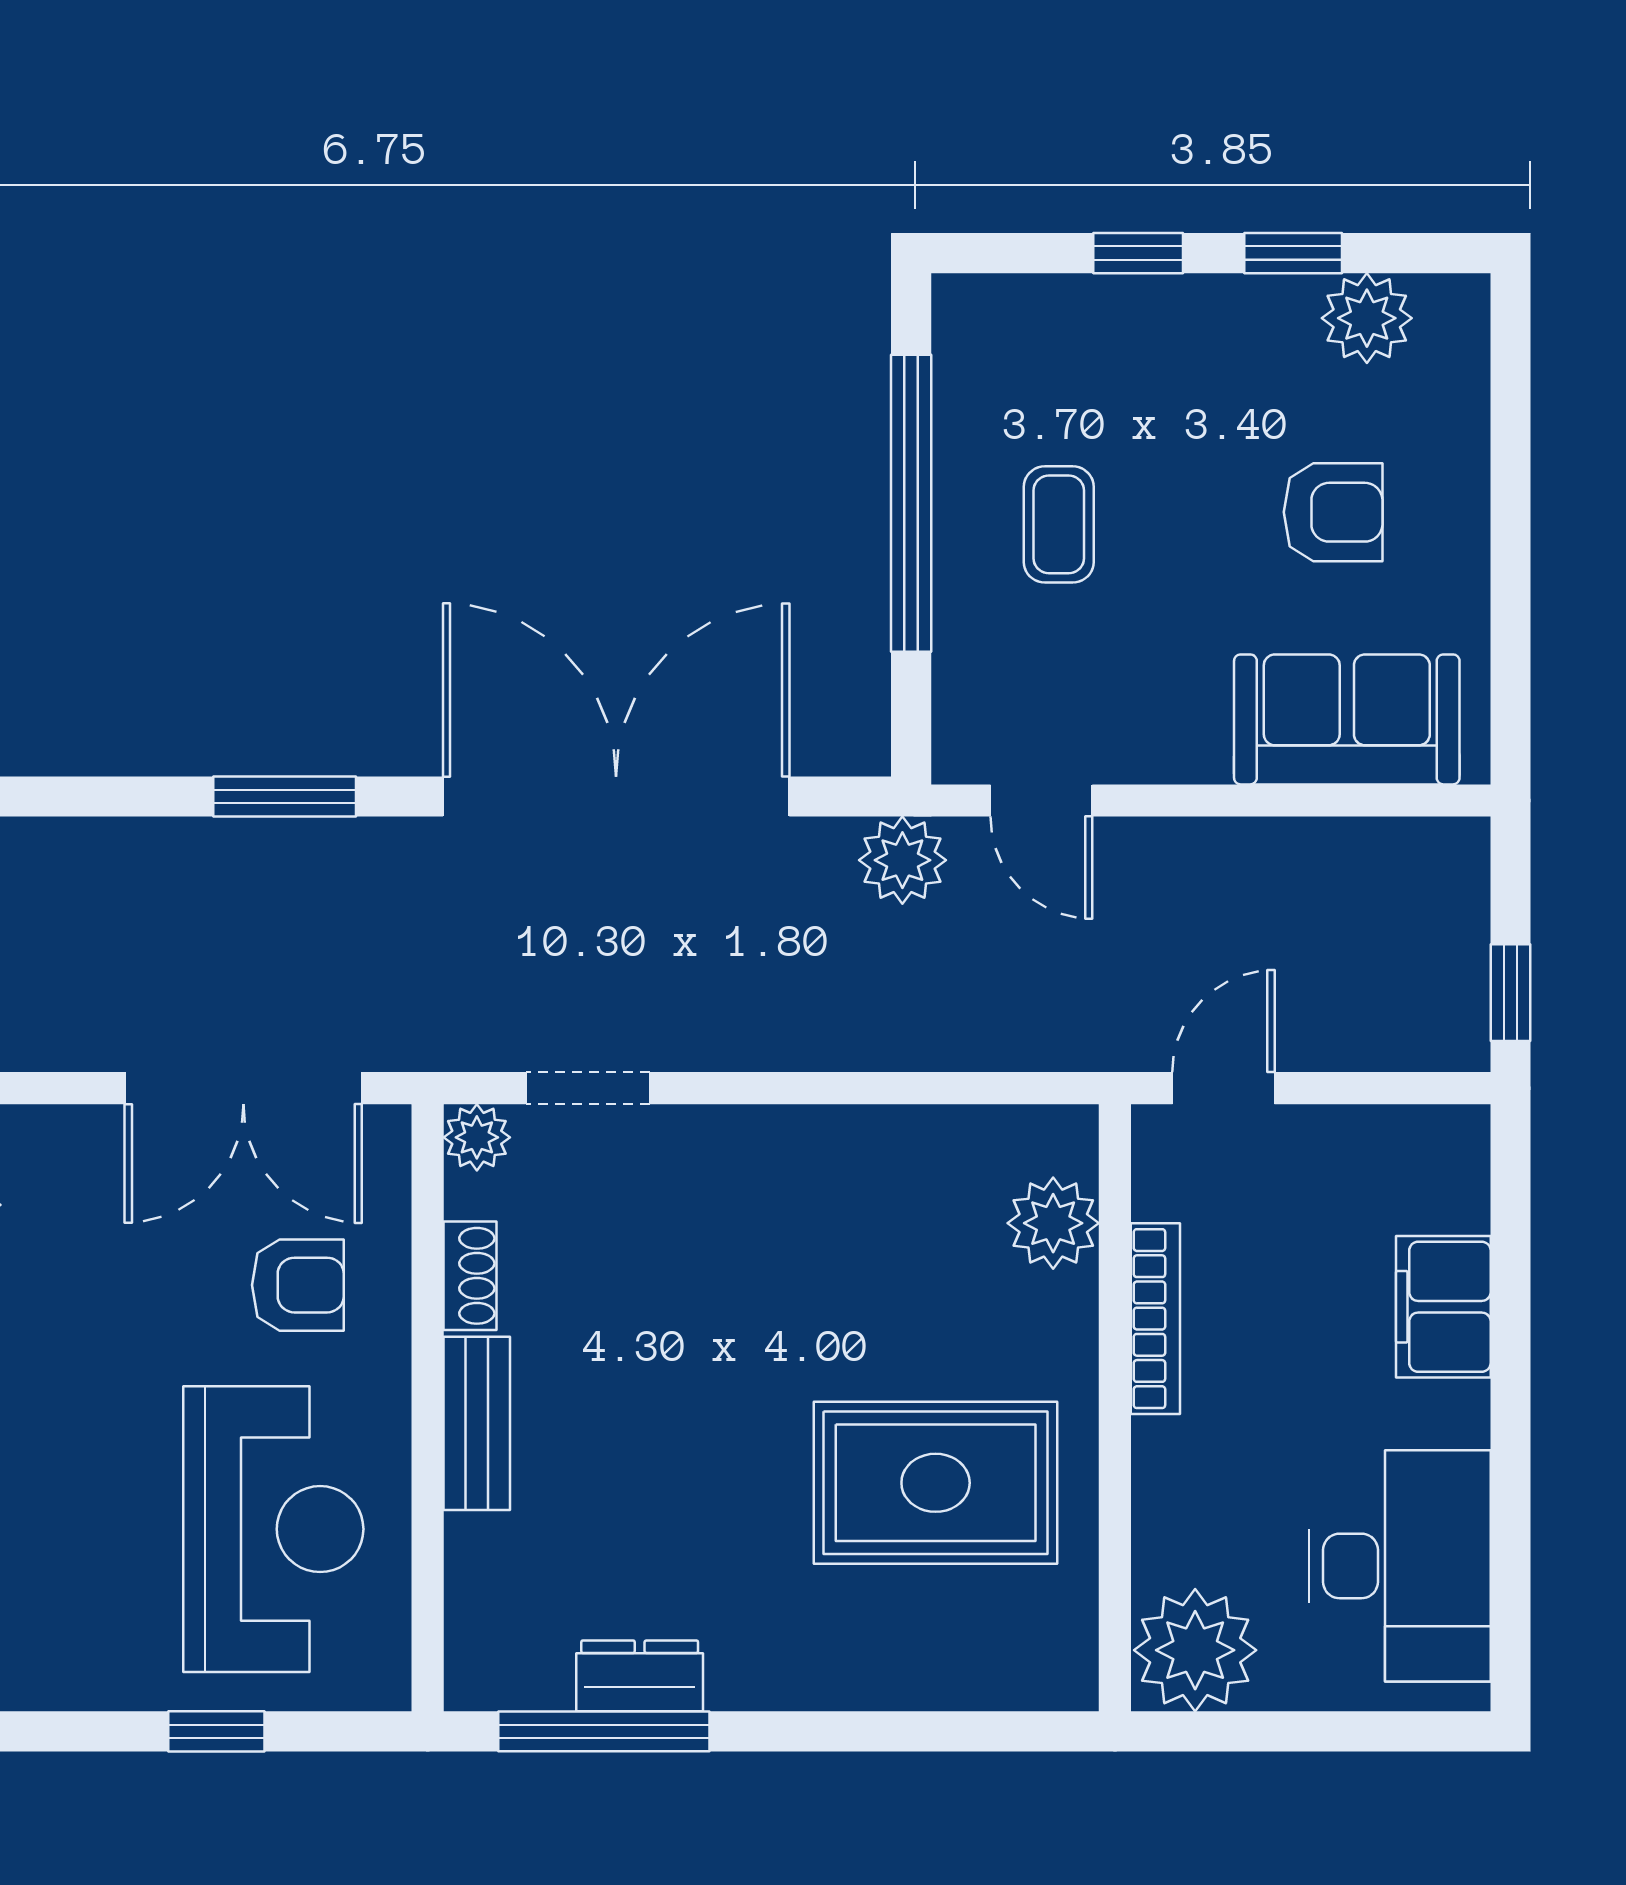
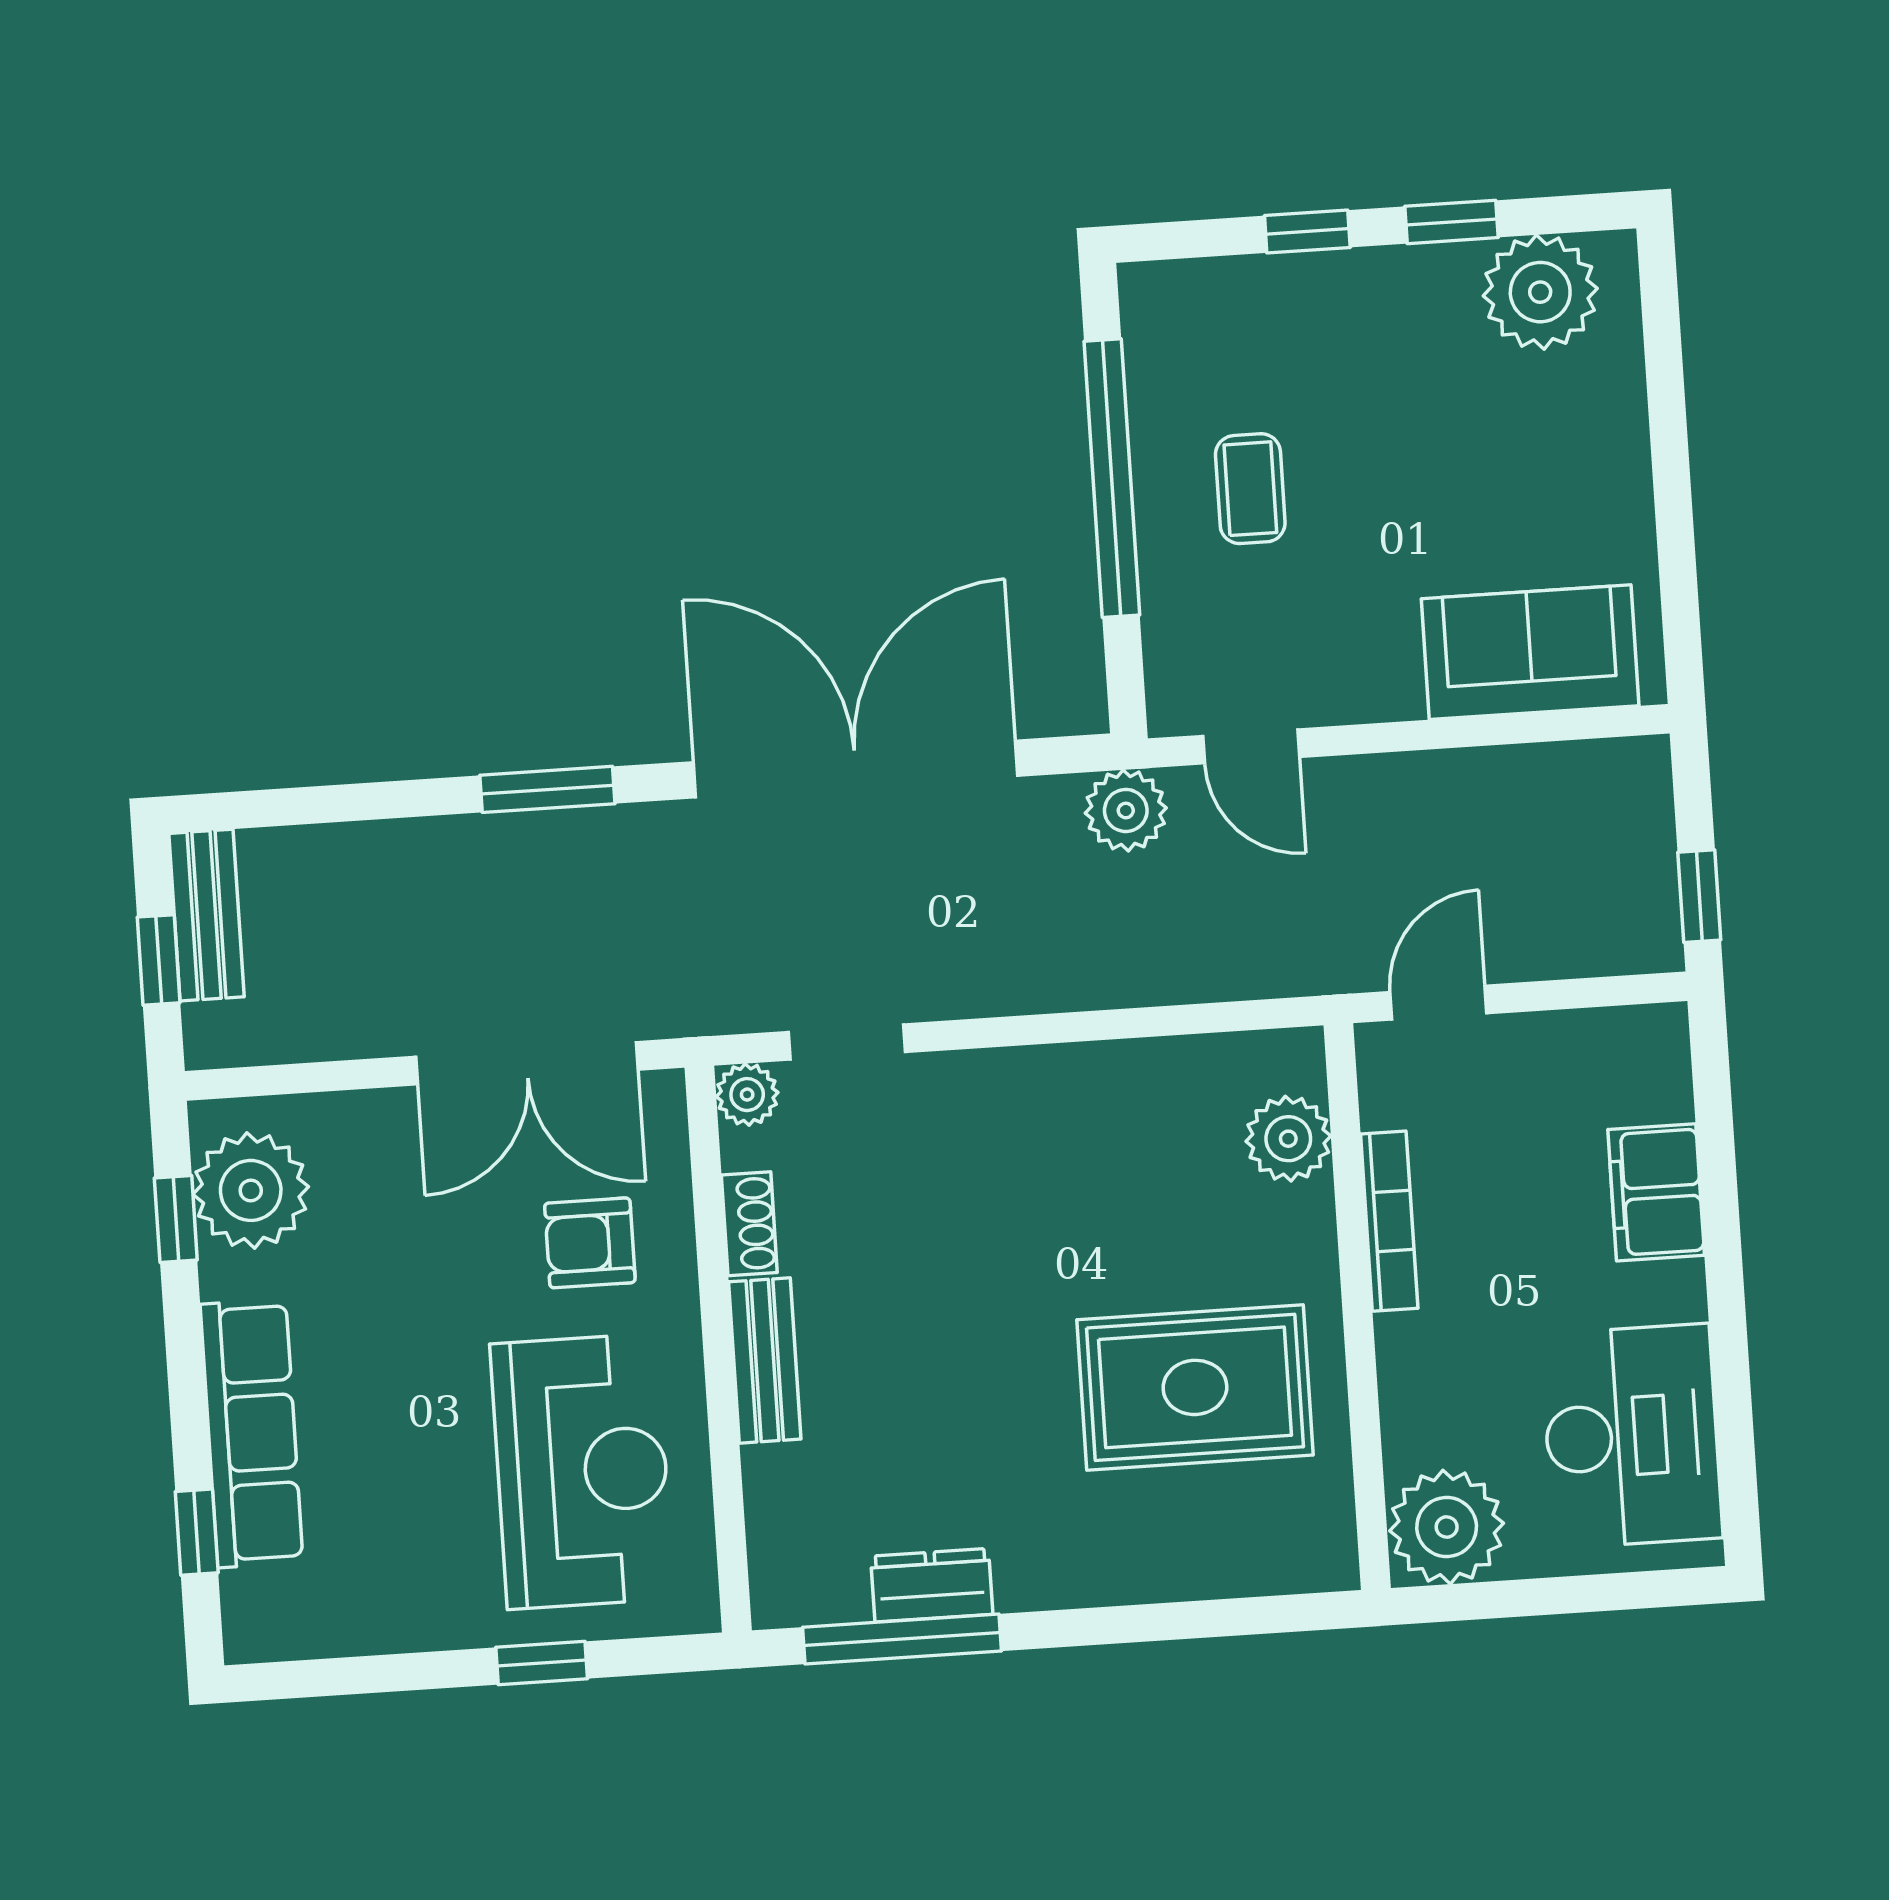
plant: (1367, 318) -> (1540, 292), width x1.36, depth x1.36
armchair: (1333, 512) -> (1505, 460), removed
armchair: (298, 1285) -> (590, 1243), turned 180

